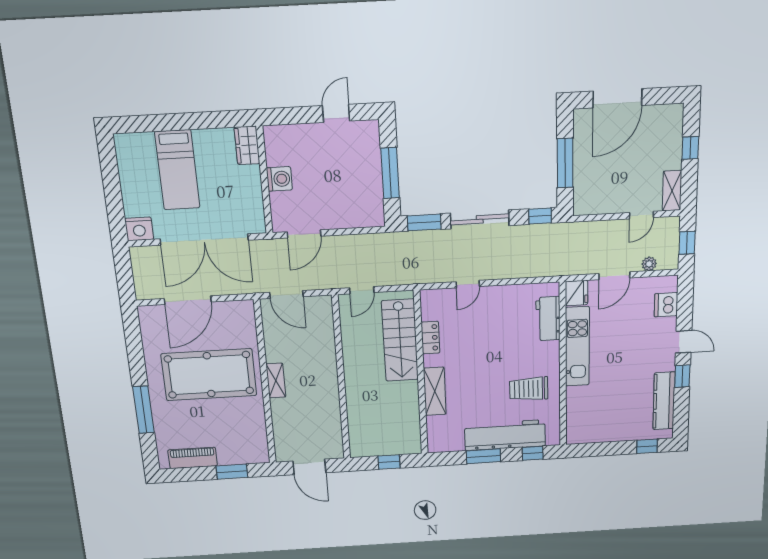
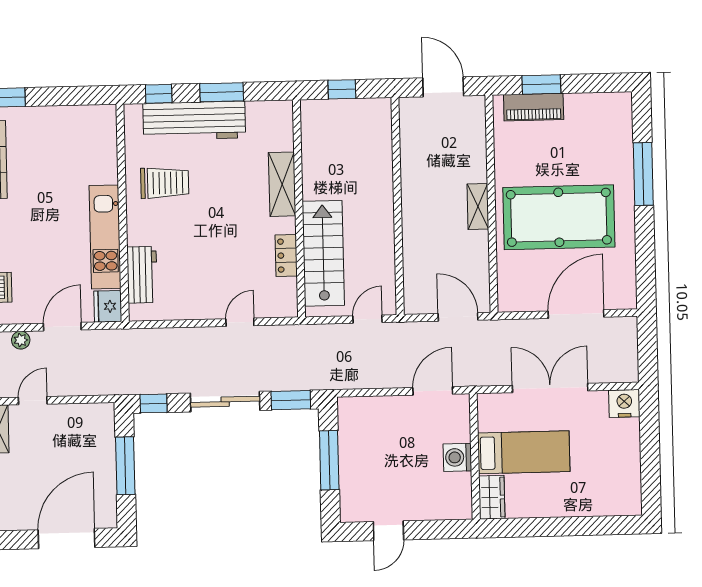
bed: (177, 170) -> (524, 452), moved, turned 90
double door: (204, 240) -> (550, 388), width x0.73
piano: (193, 458) -> (534, 107), moved

